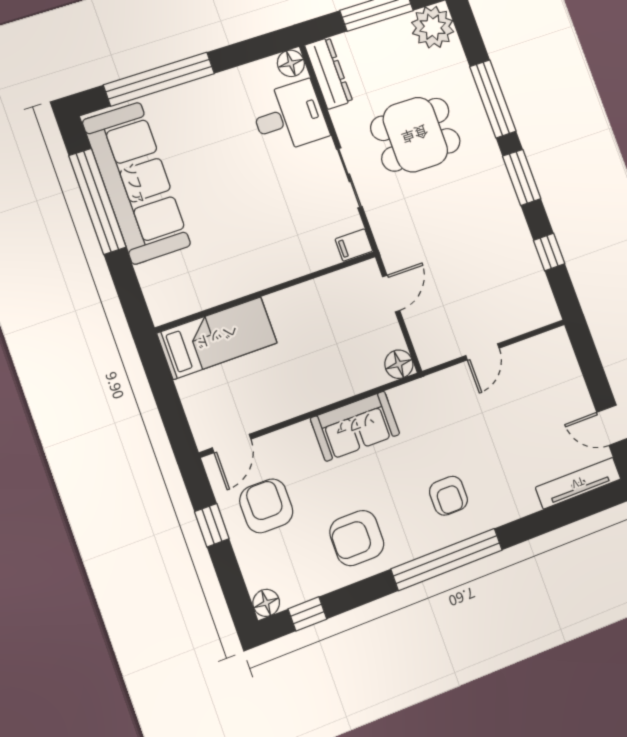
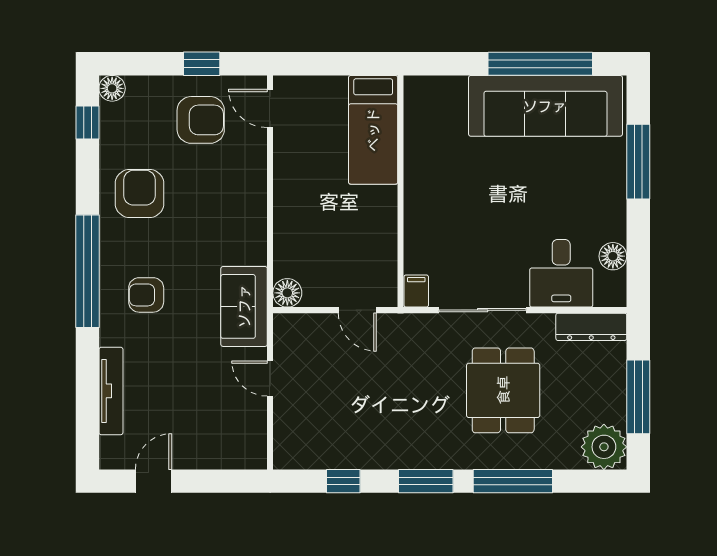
floor lamp: (291, 63) -> (613, 256), moved
window: (159, 79) -> (638, 162), width x0.68
sliding door: (349, 178) -> (483, 310), width x1.37
sofa: (355, 426) -> (244, 306), moved
tv unit: (578, 483) -> (111, 391), moved

